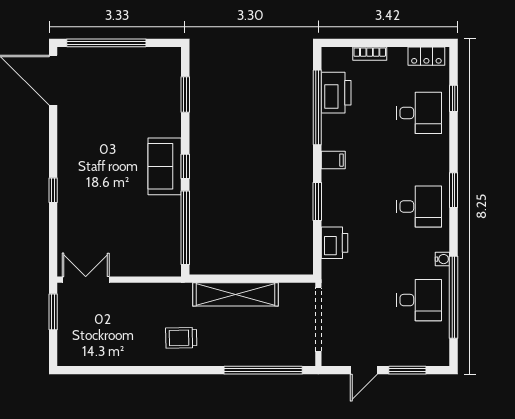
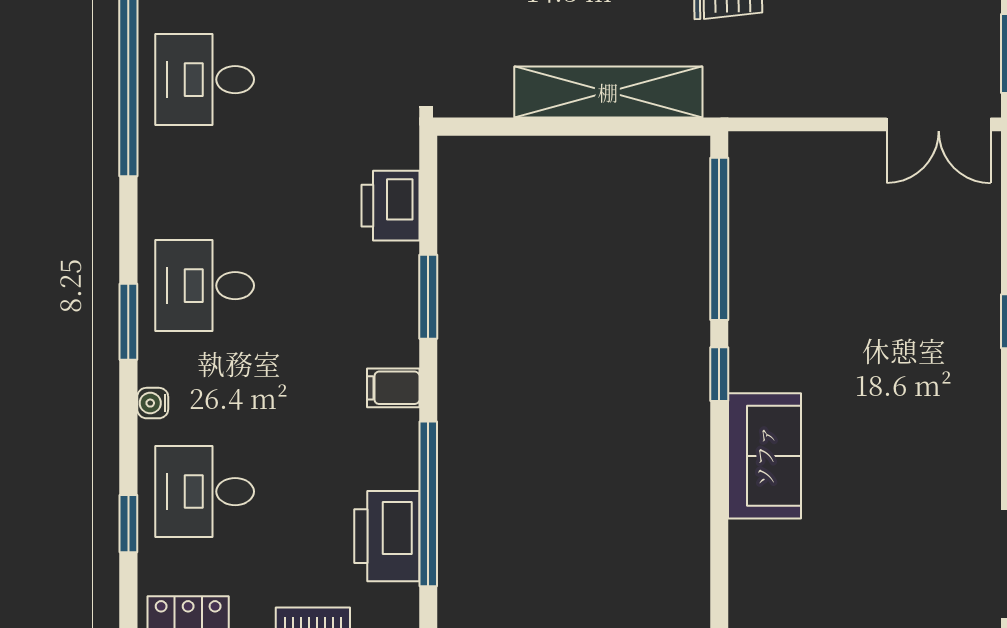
window: (185, 95) -> (719, 532), removed
sofa: (165, 166) -> (764, 456), moved
water cooler: (442, 259) -> (153, 403), moved

